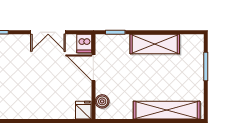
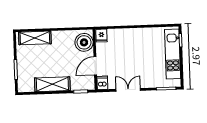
door: (93, 68) -> (95, 66), swing flipped
boiler: (102, 101) -> (84, 42), width x1.86, depth x1.86
shelving: (167, 110) -> (35, 38), width x0.68

